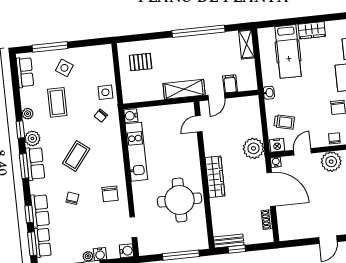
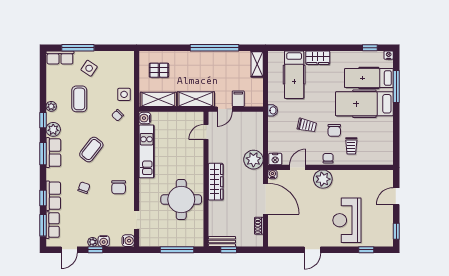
row of seats: (25, 72) -> (60, 57), moved, turned 90
shelving: (143, 94) -> (158, 99), added
trolley: (284, 122) -> (307, 125), moved

